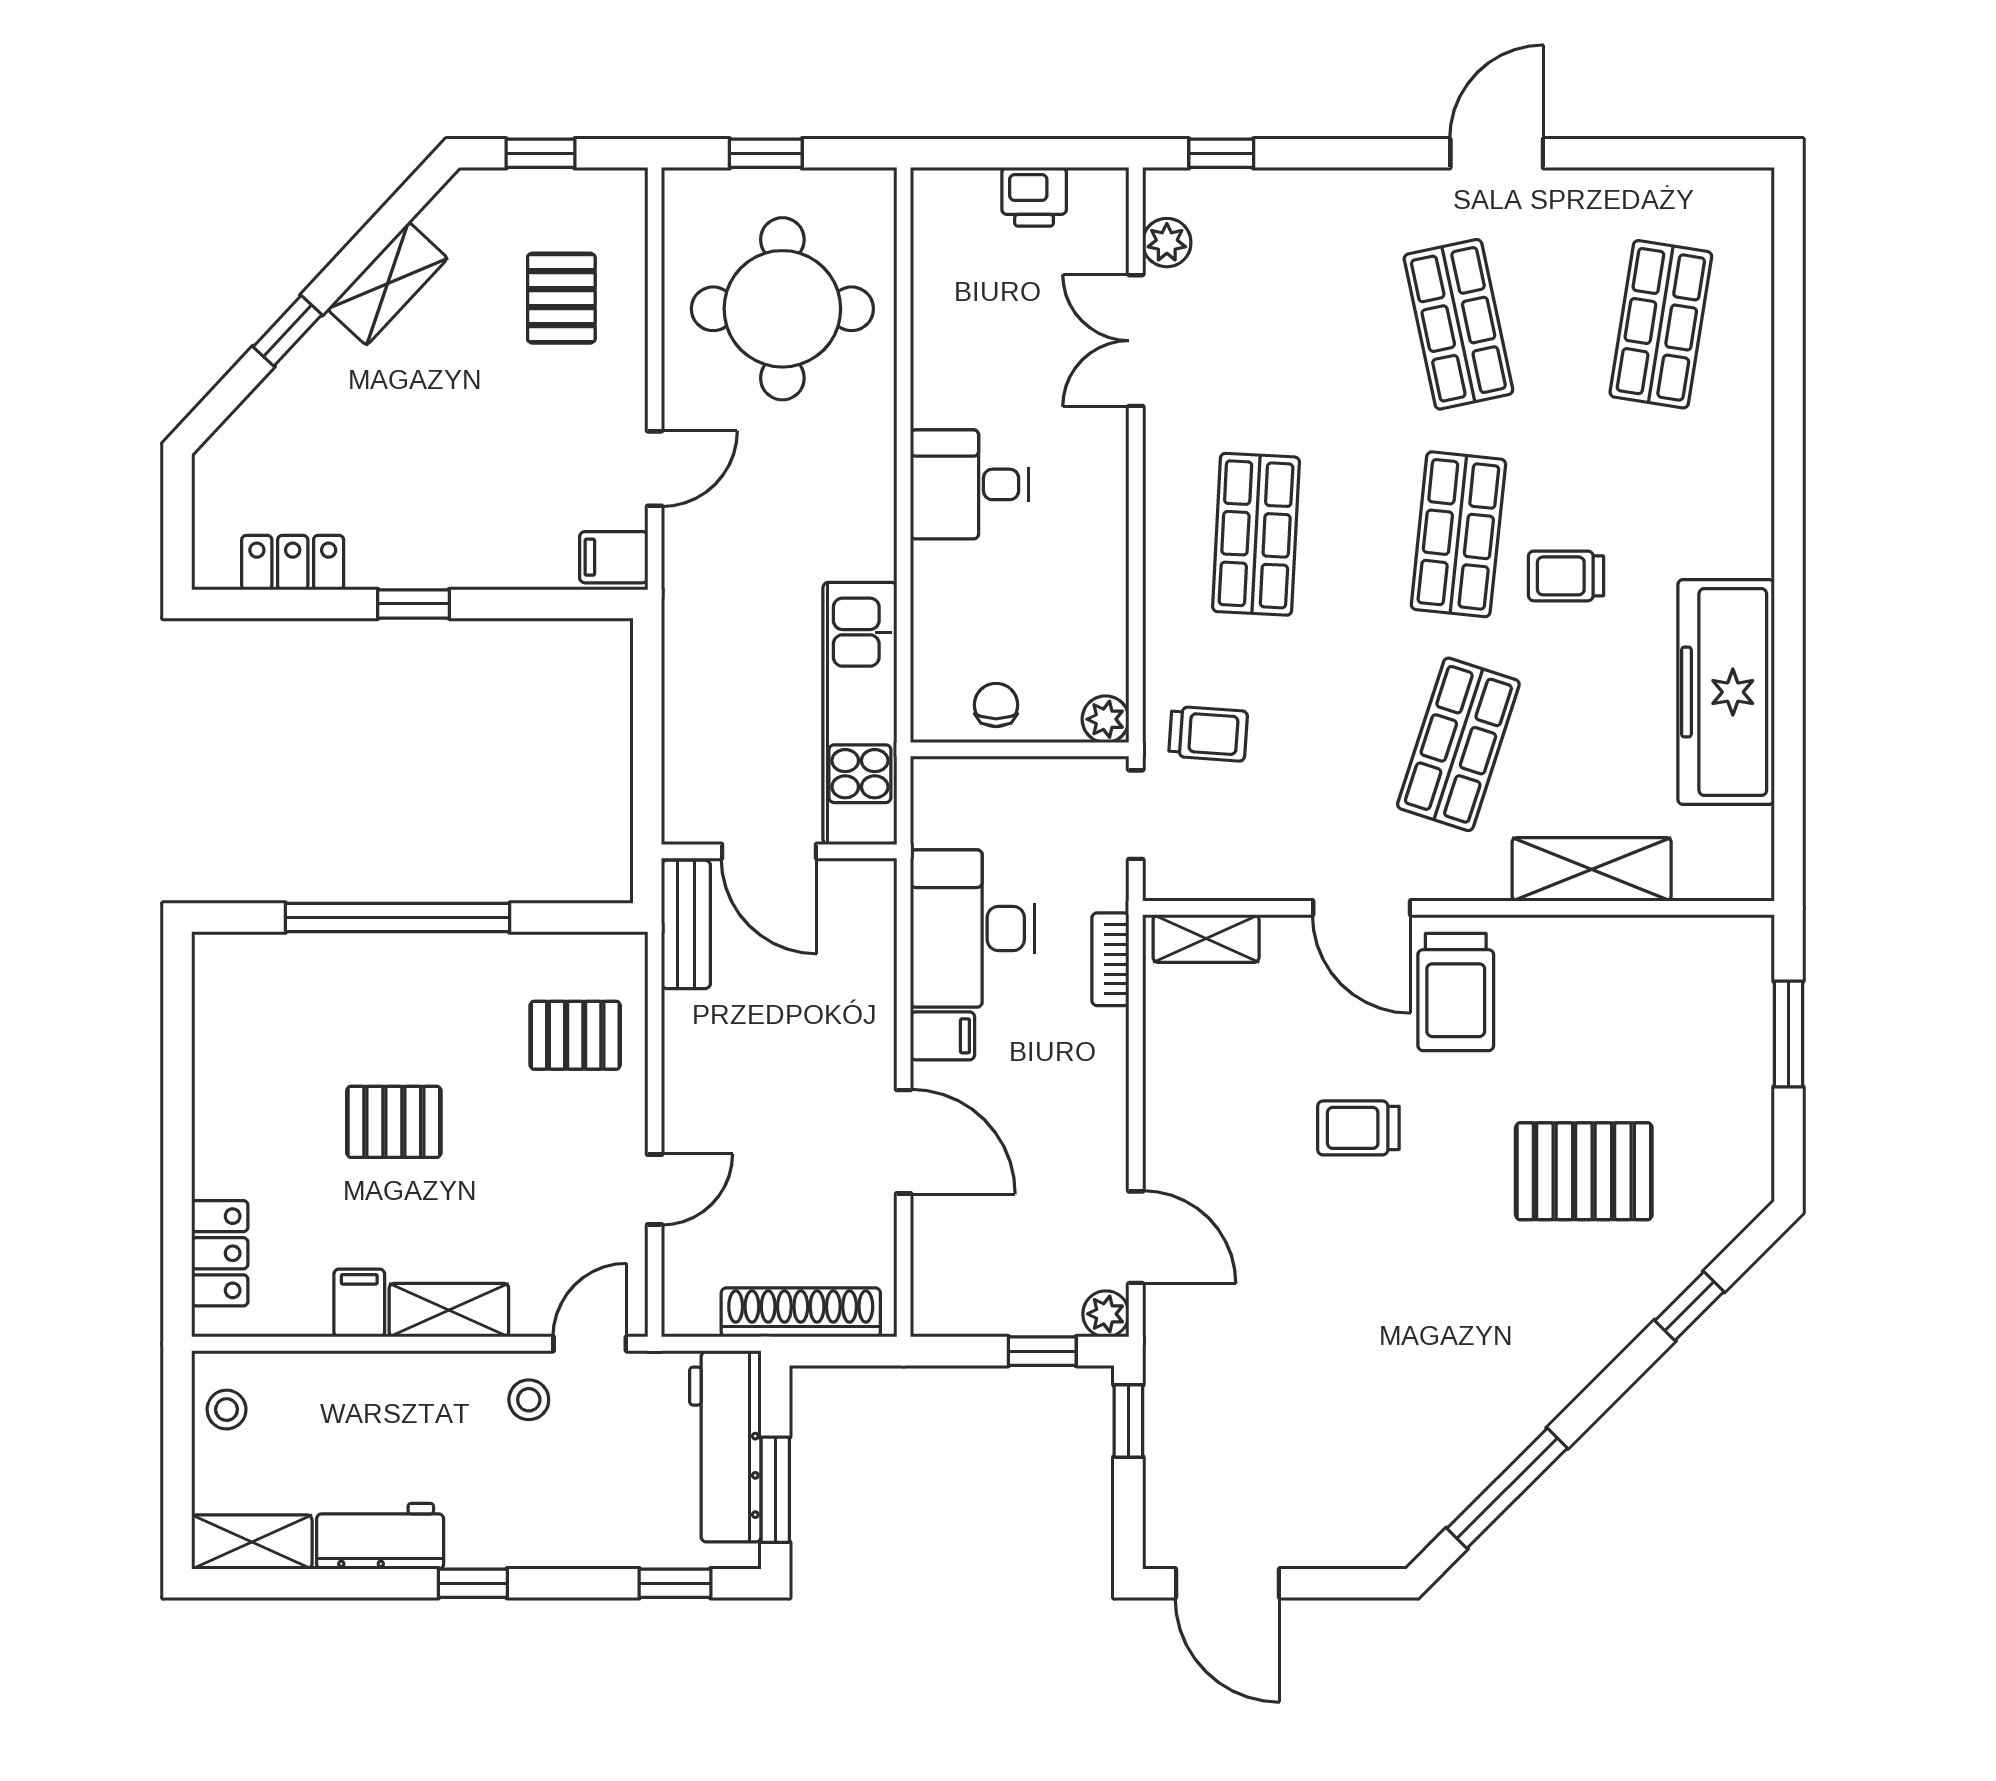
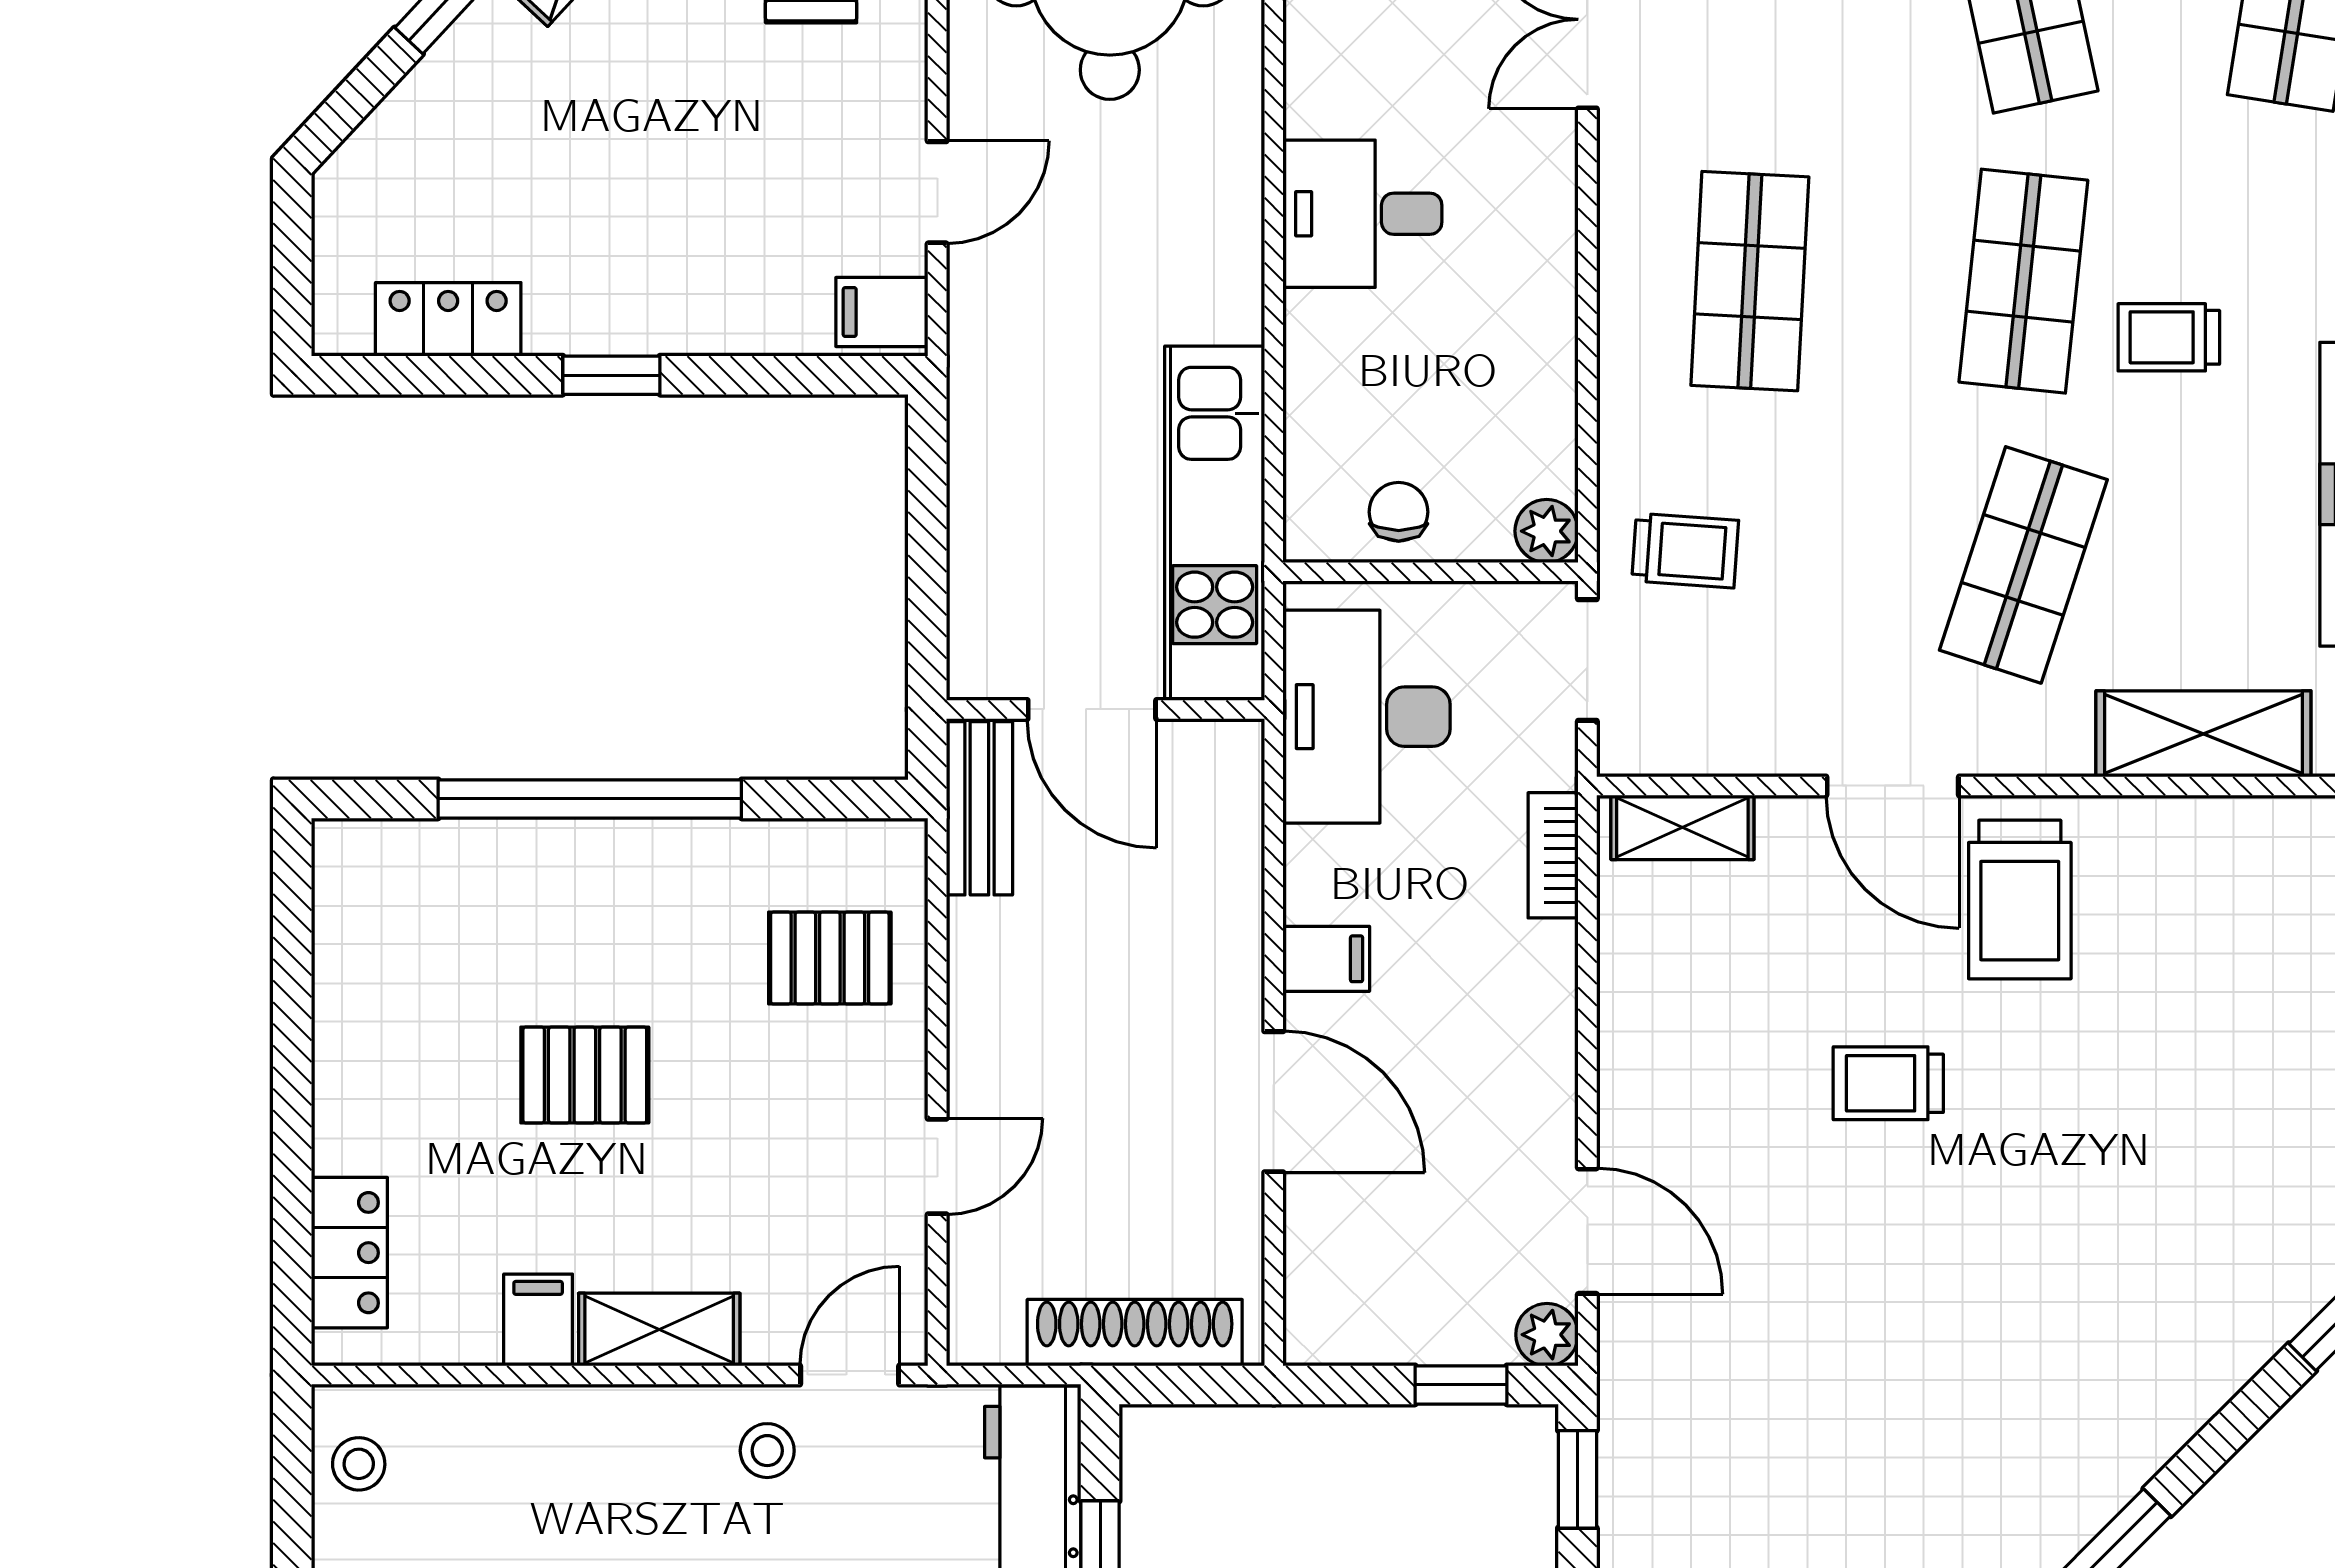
desk: (972, 929) -> (1367, 717), moved
pallet: (1584, 1171) -> (2193, 1142), removed

